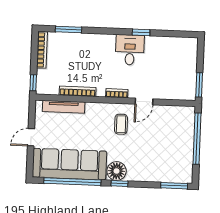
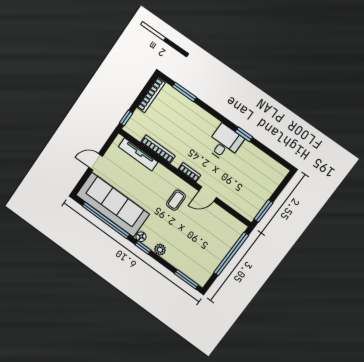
floor lamp: (117, 171) -> (141, 237), width x0.53, depth x0.53
plant: (135, 175) -> (160, 250), added

